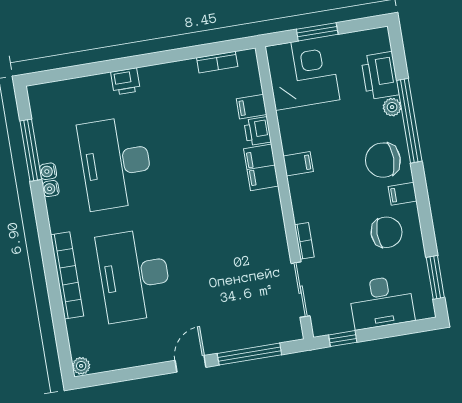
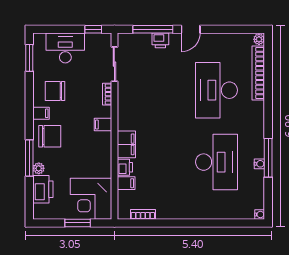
printer: (125, 81) -> (160, 40), moved, turned 180
window: (409, 121) -> (29, 158), width x0.68
window: (31, 150) -> (268, 158), moved
filing cabinet: (298, 164) -> (103, 125), moved
water cooler: (51, 189) -> (260, 214), moved
bookcase: (67, 275) -> (258, 73), moved
desk: (134, 275) -> (216, 90), turned 180

